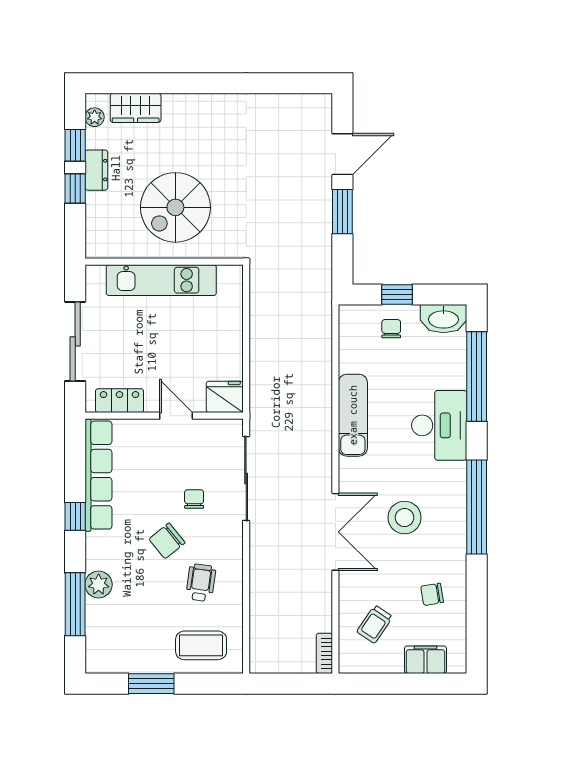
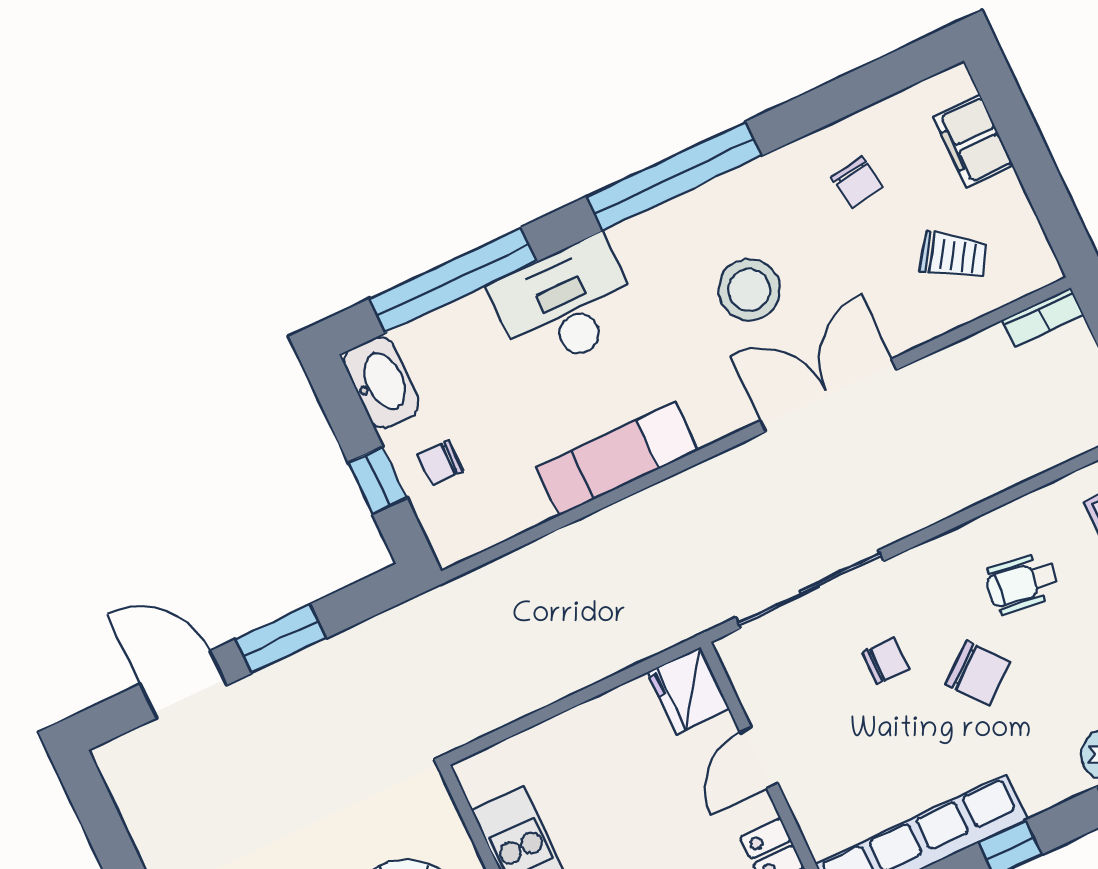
chair: (194, 499) -> (886, 661), turned 180

